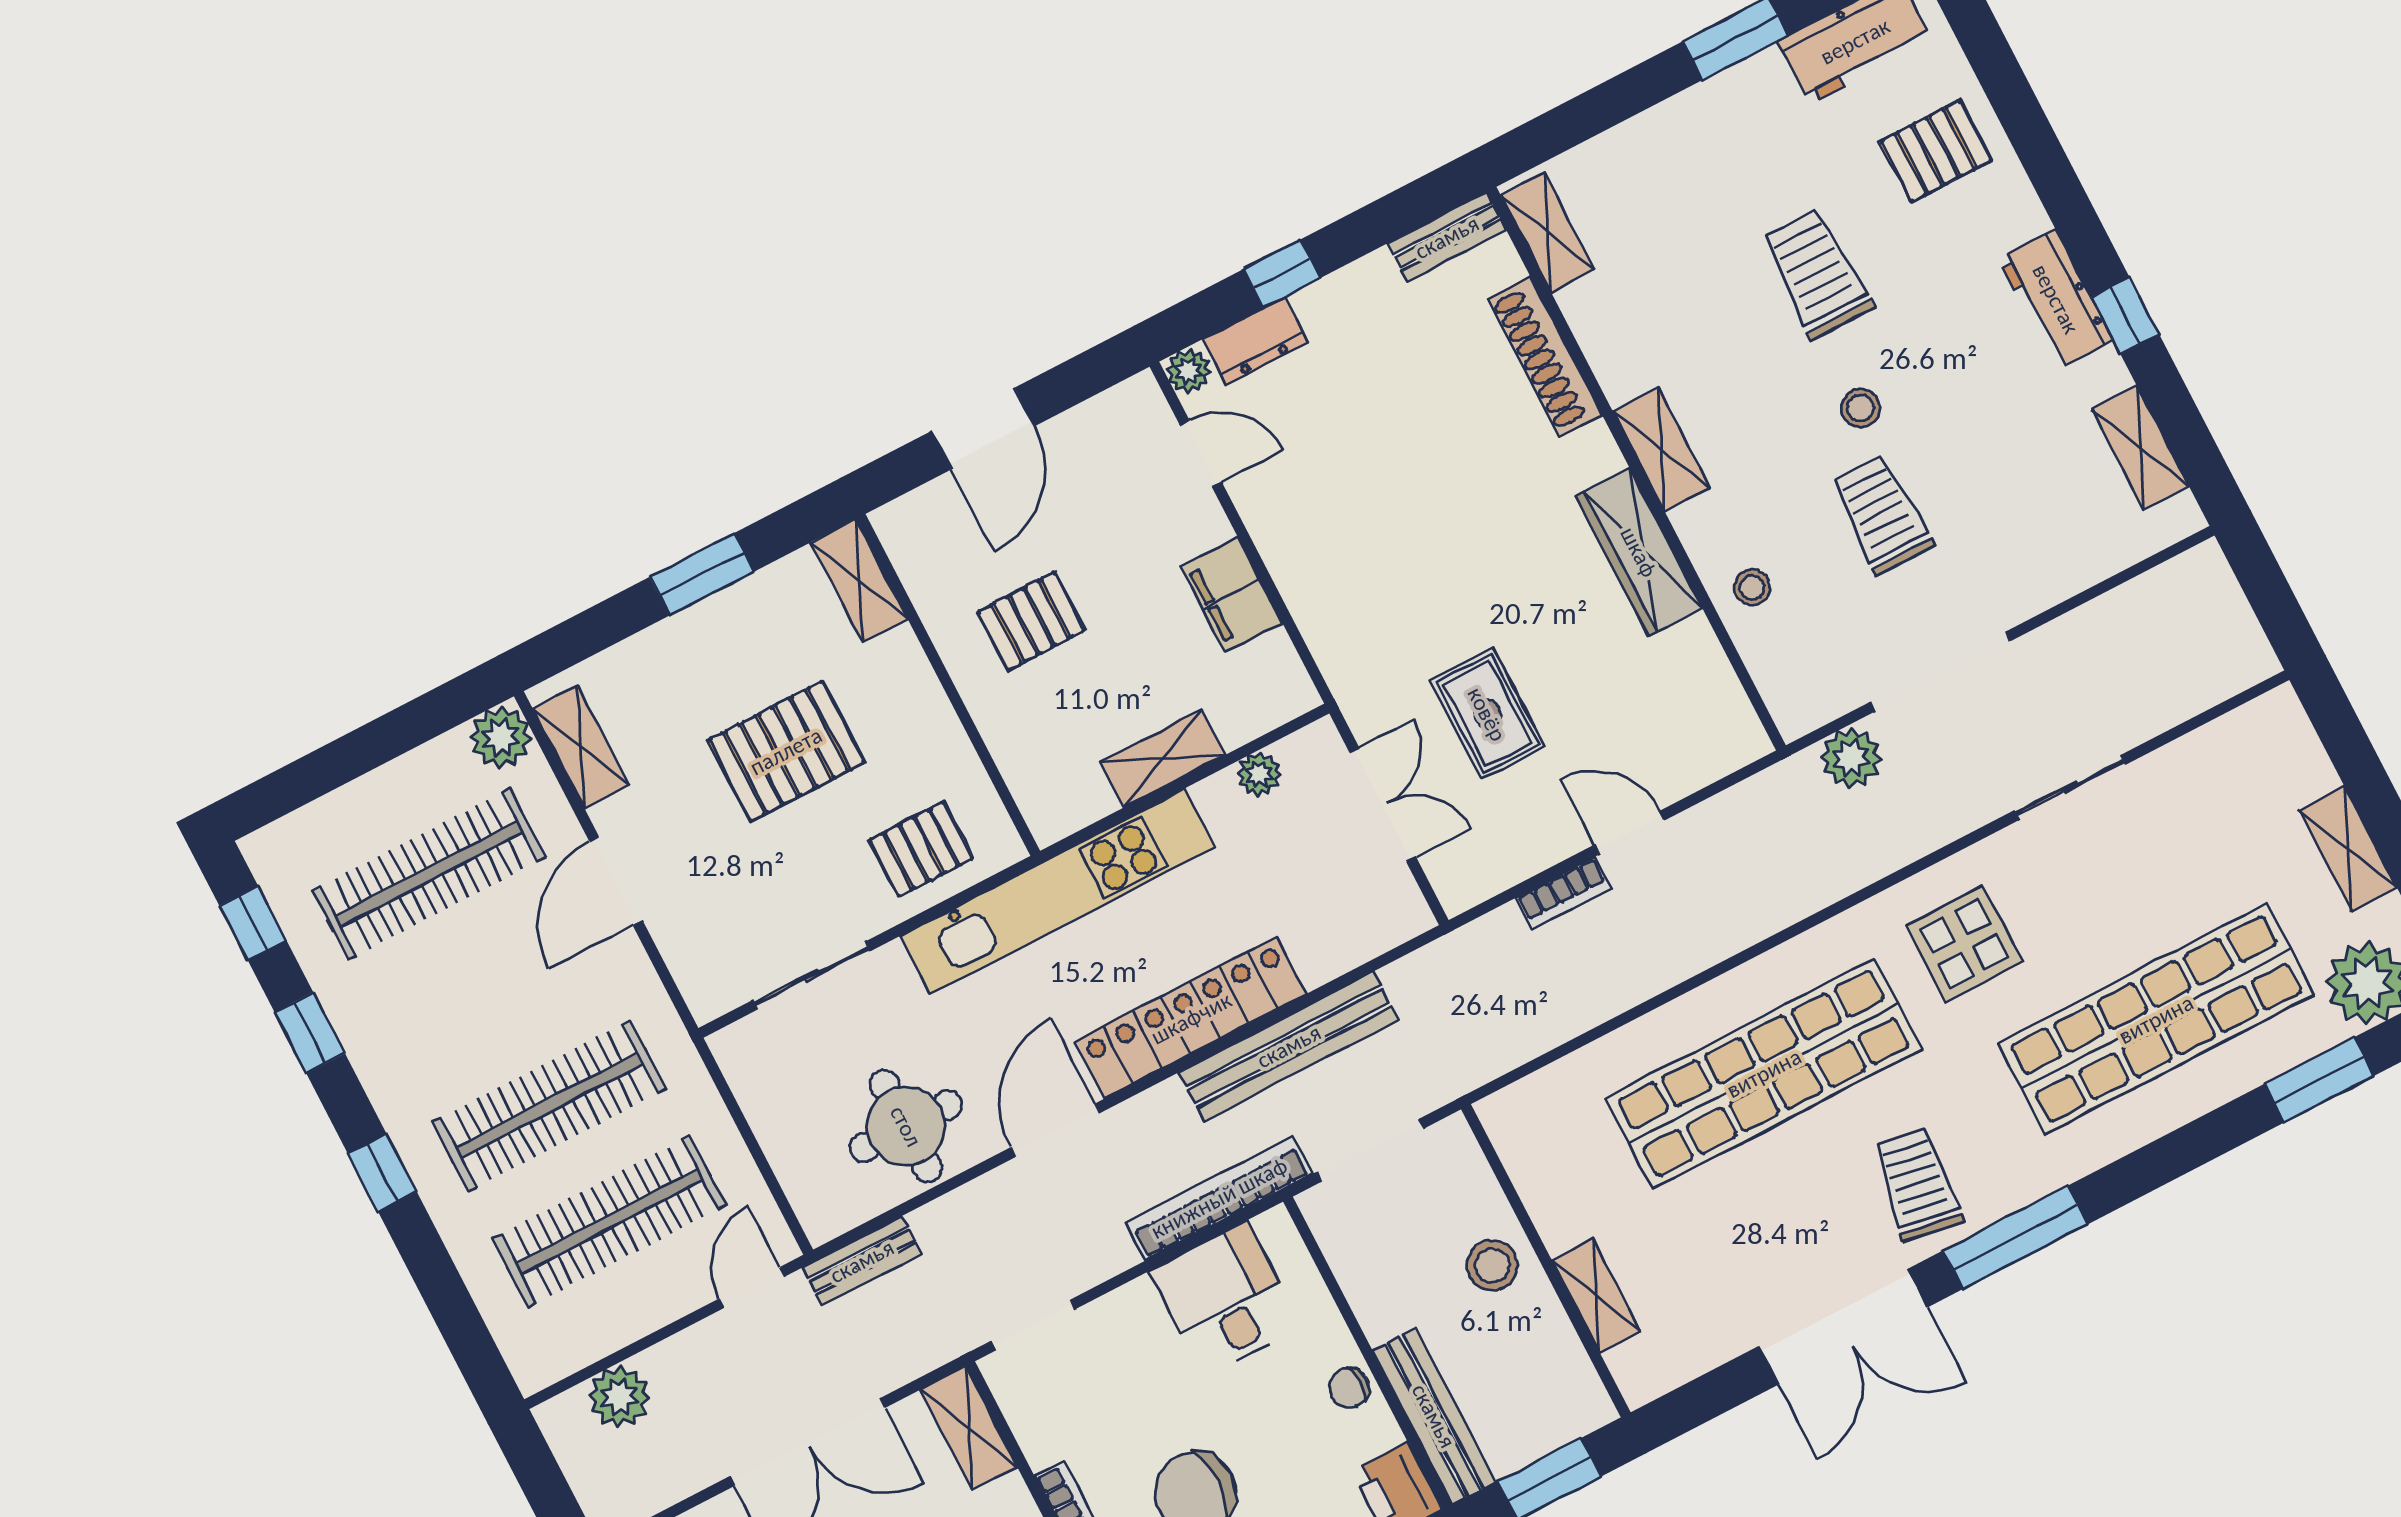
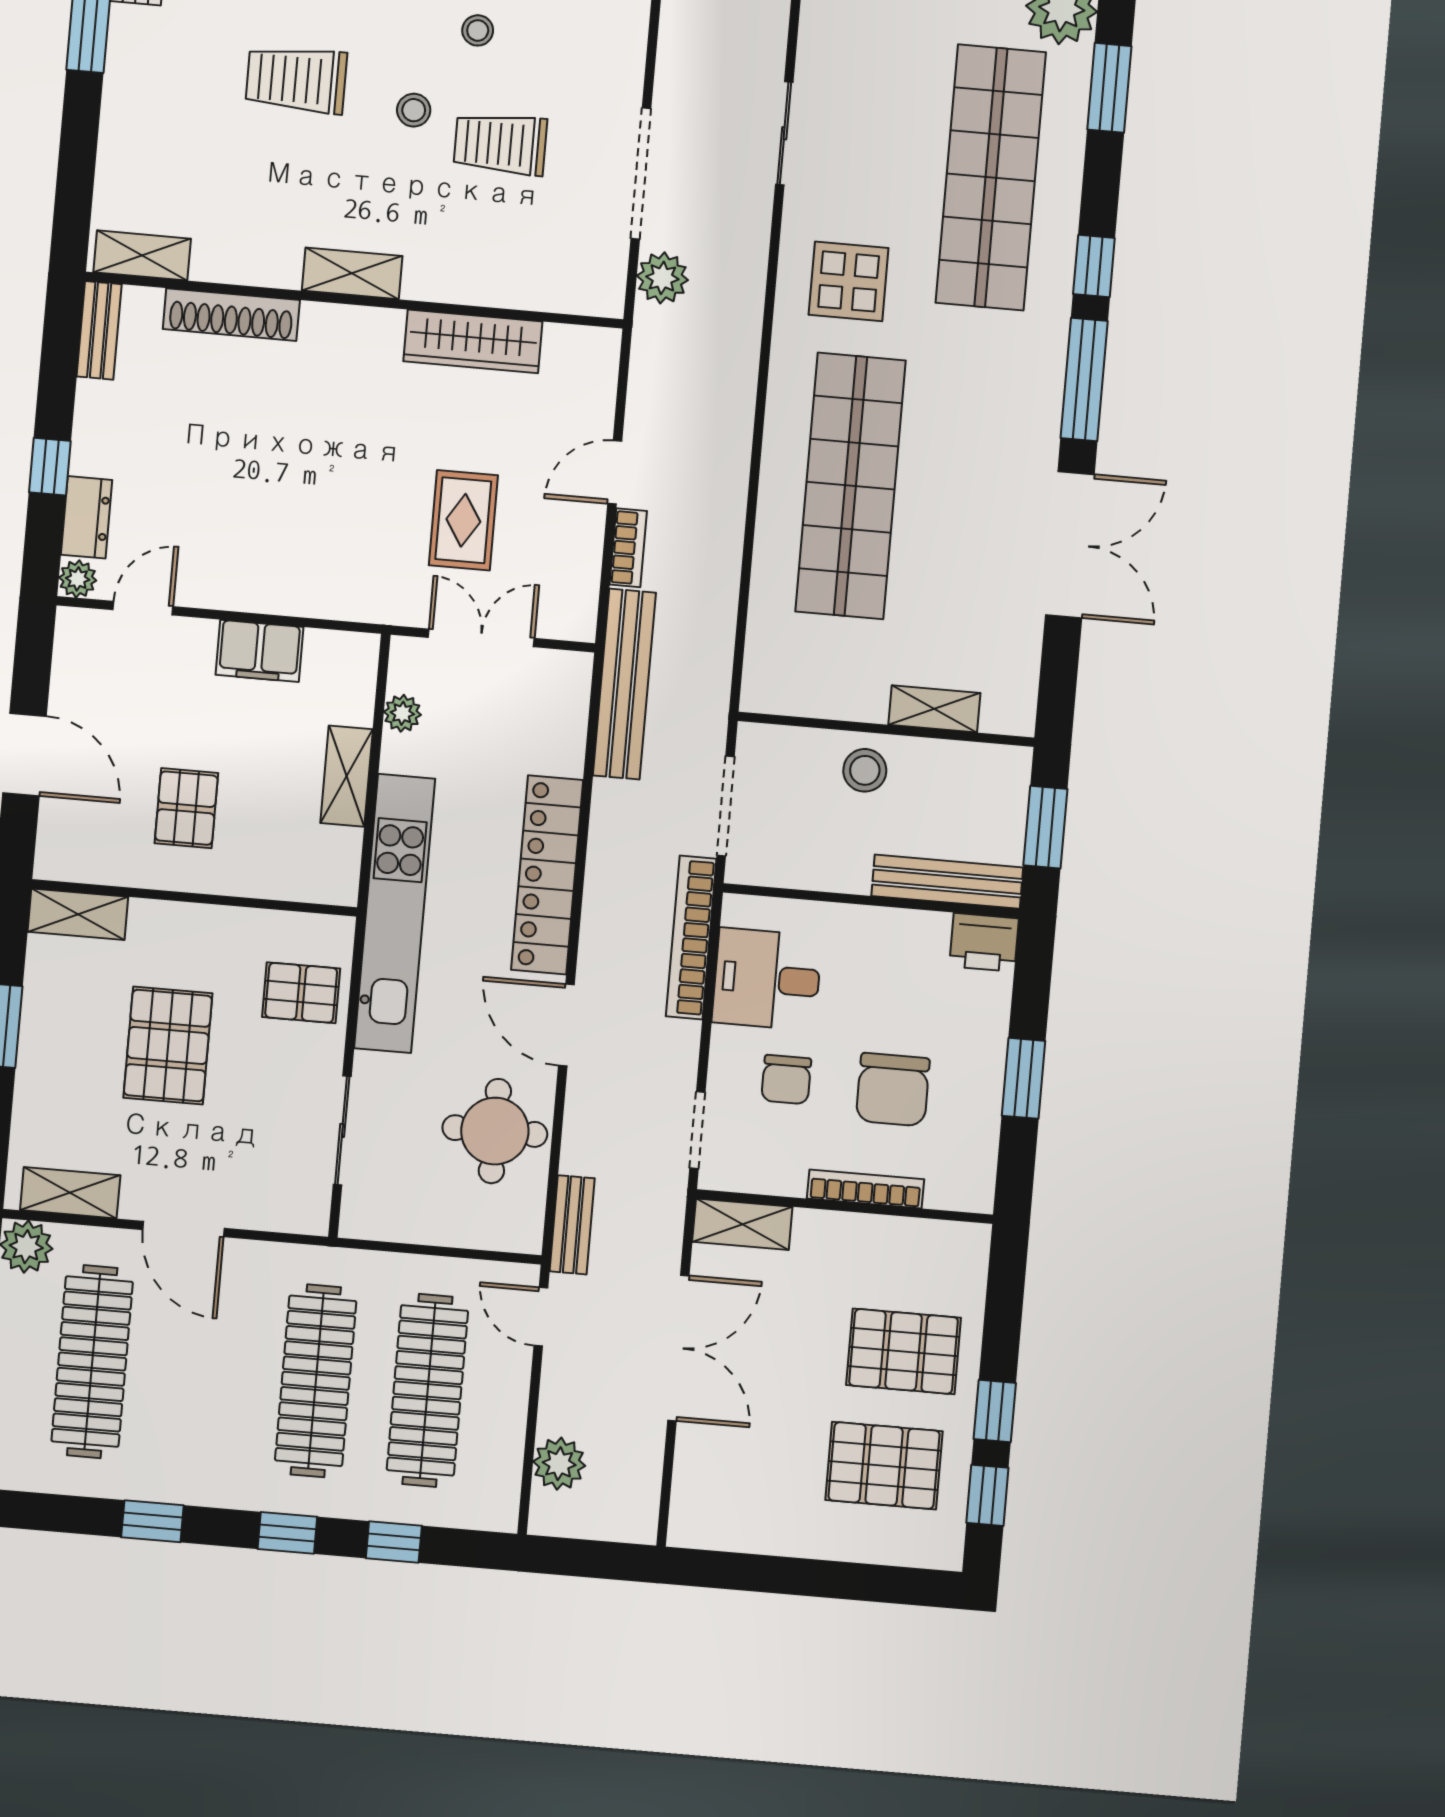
wardrobe: (1639, 552) -> (473, 341), moved
stool: (1752, 587) -> (478, 30), moved
rug: (1487, 714) -> (463, 520), turned 90
pallet: (921, 849) -> (301, 993), turned 90
window: (253, 923) -> (394, 1542), moved
bench: (1289, 1046) -> (624, 684), moved
window: (2134, 1176) -> (1094, 266), added
trolley: (1917, 1184) -> (1001, 426), removed
chair: (1349, 1388) -> (786, 1080), moved, width x1.37, depth x1.37

